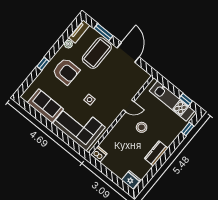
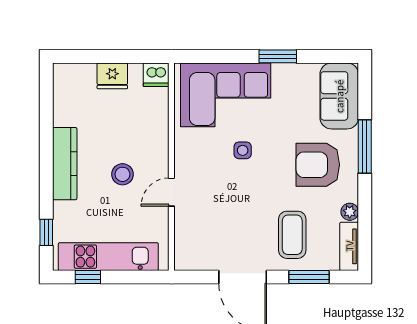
coffee table: (97, 53) -> (292, 235), width x0.73, depth x0.76
window: (43, 64) -> (365, 146), width x2.17
sofa: (45, 106) -> (339, 96), moved, turned 90
window: (48, 124) -> (278, 56), added
kitchen counter: (156, 153) -> (65, 164), width x1.50
fridge: (131, 180) -> (112, 76), moved

